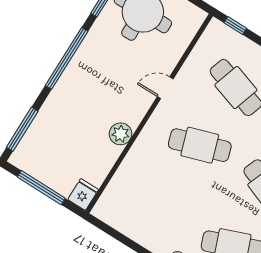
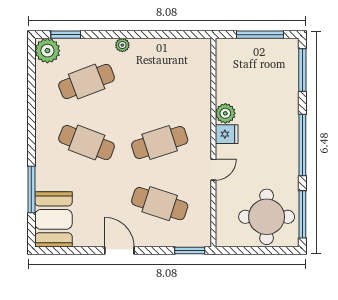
window: (235, 25) -> (190, 250), width x1.50
fridge: (83, 195) -> (227, 134), moved, turned -90

